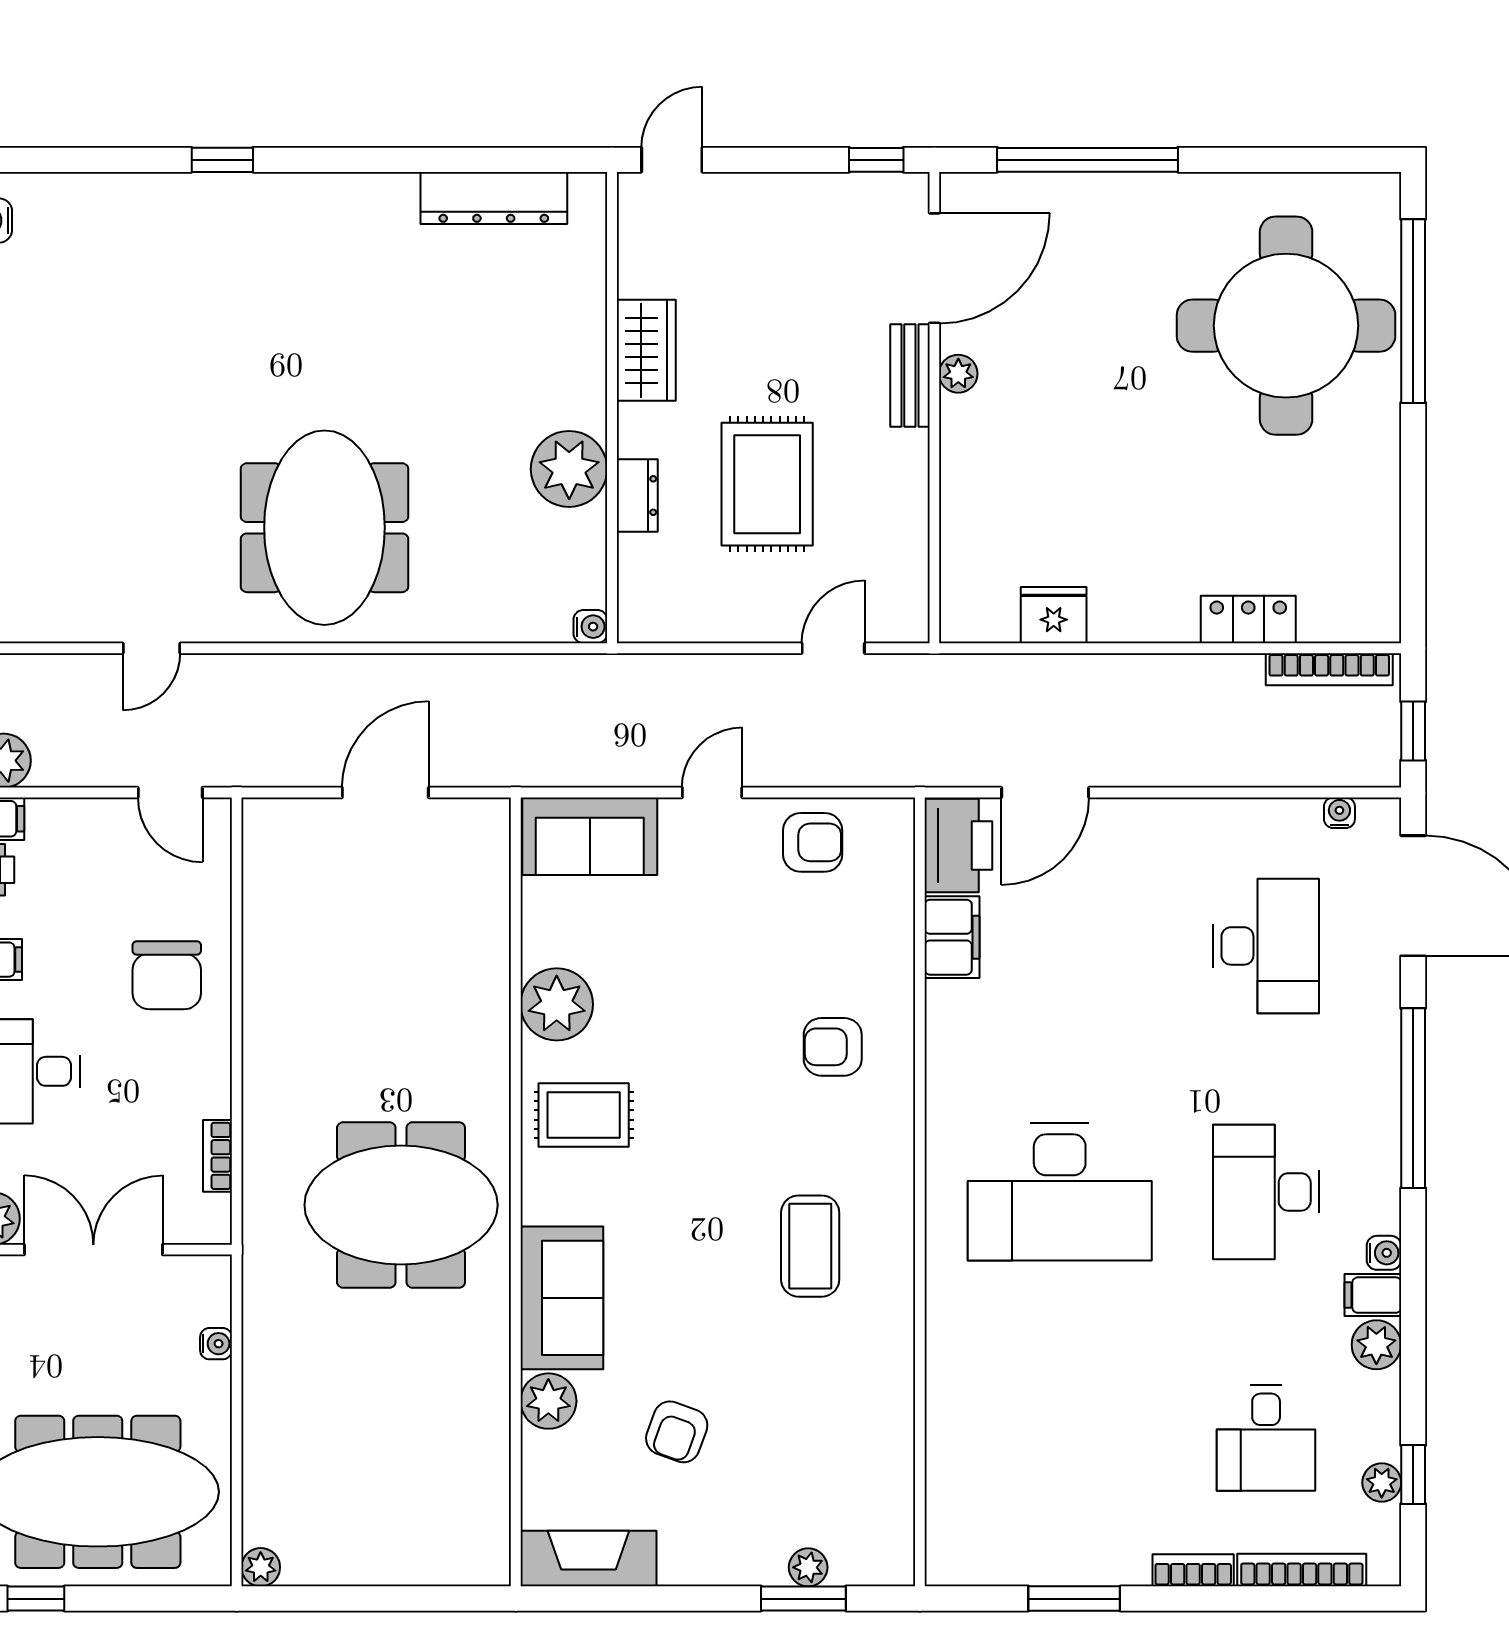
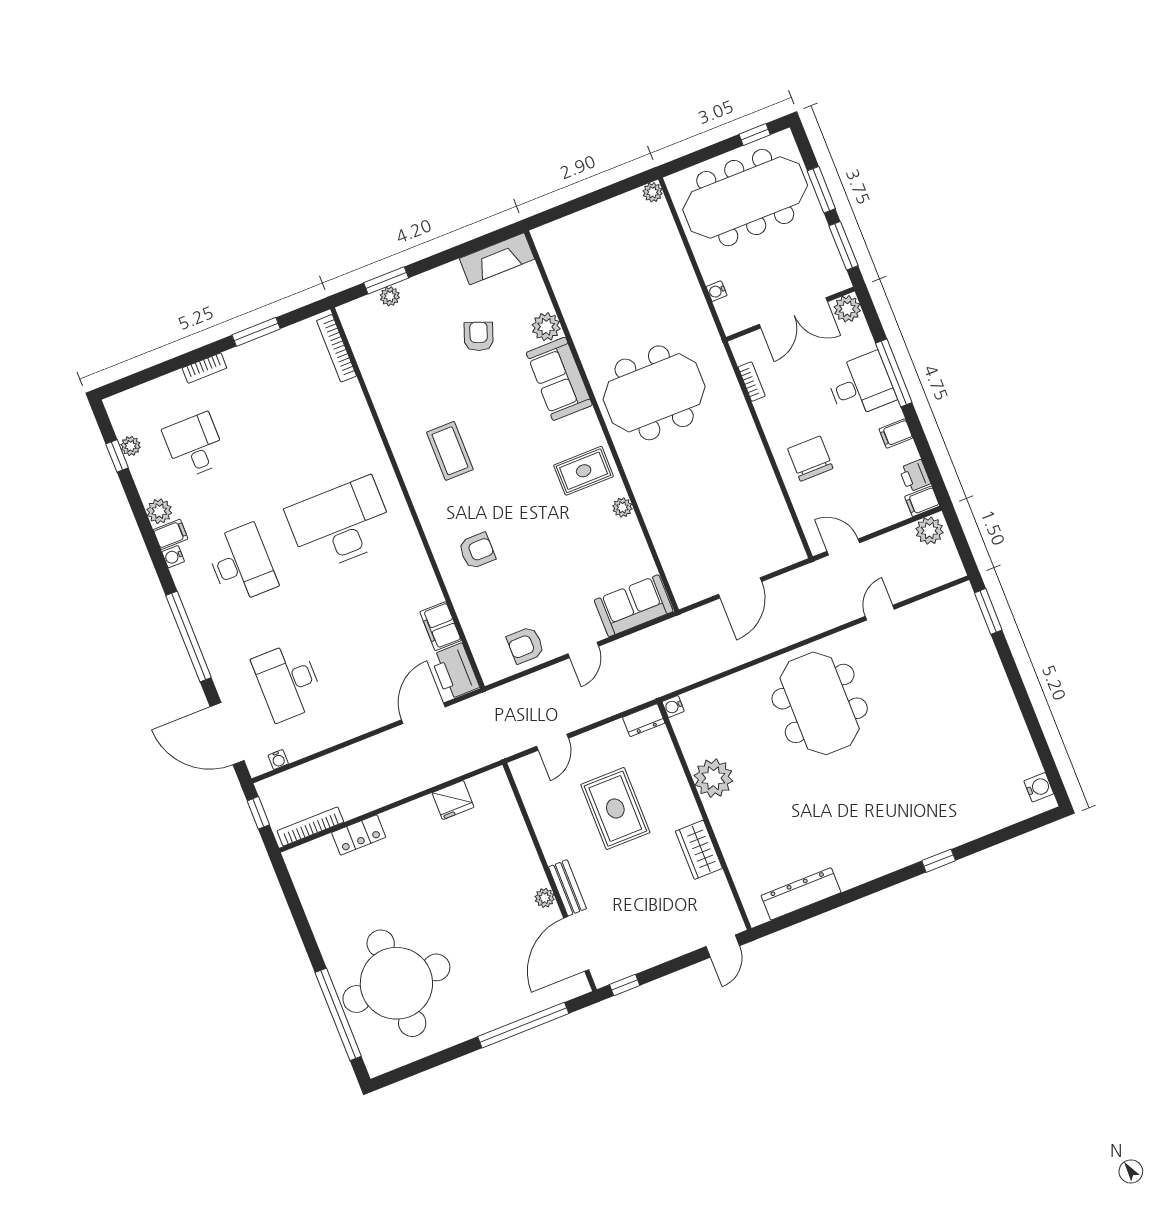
dresser: (637, 496) -> (644, 720), moved, turned -90
plant: (557, 1004) -> (622, 507), width x0.53, depth x0.53
bookcase: (1302, 1570) -> (337, 348), moved, turned 90

